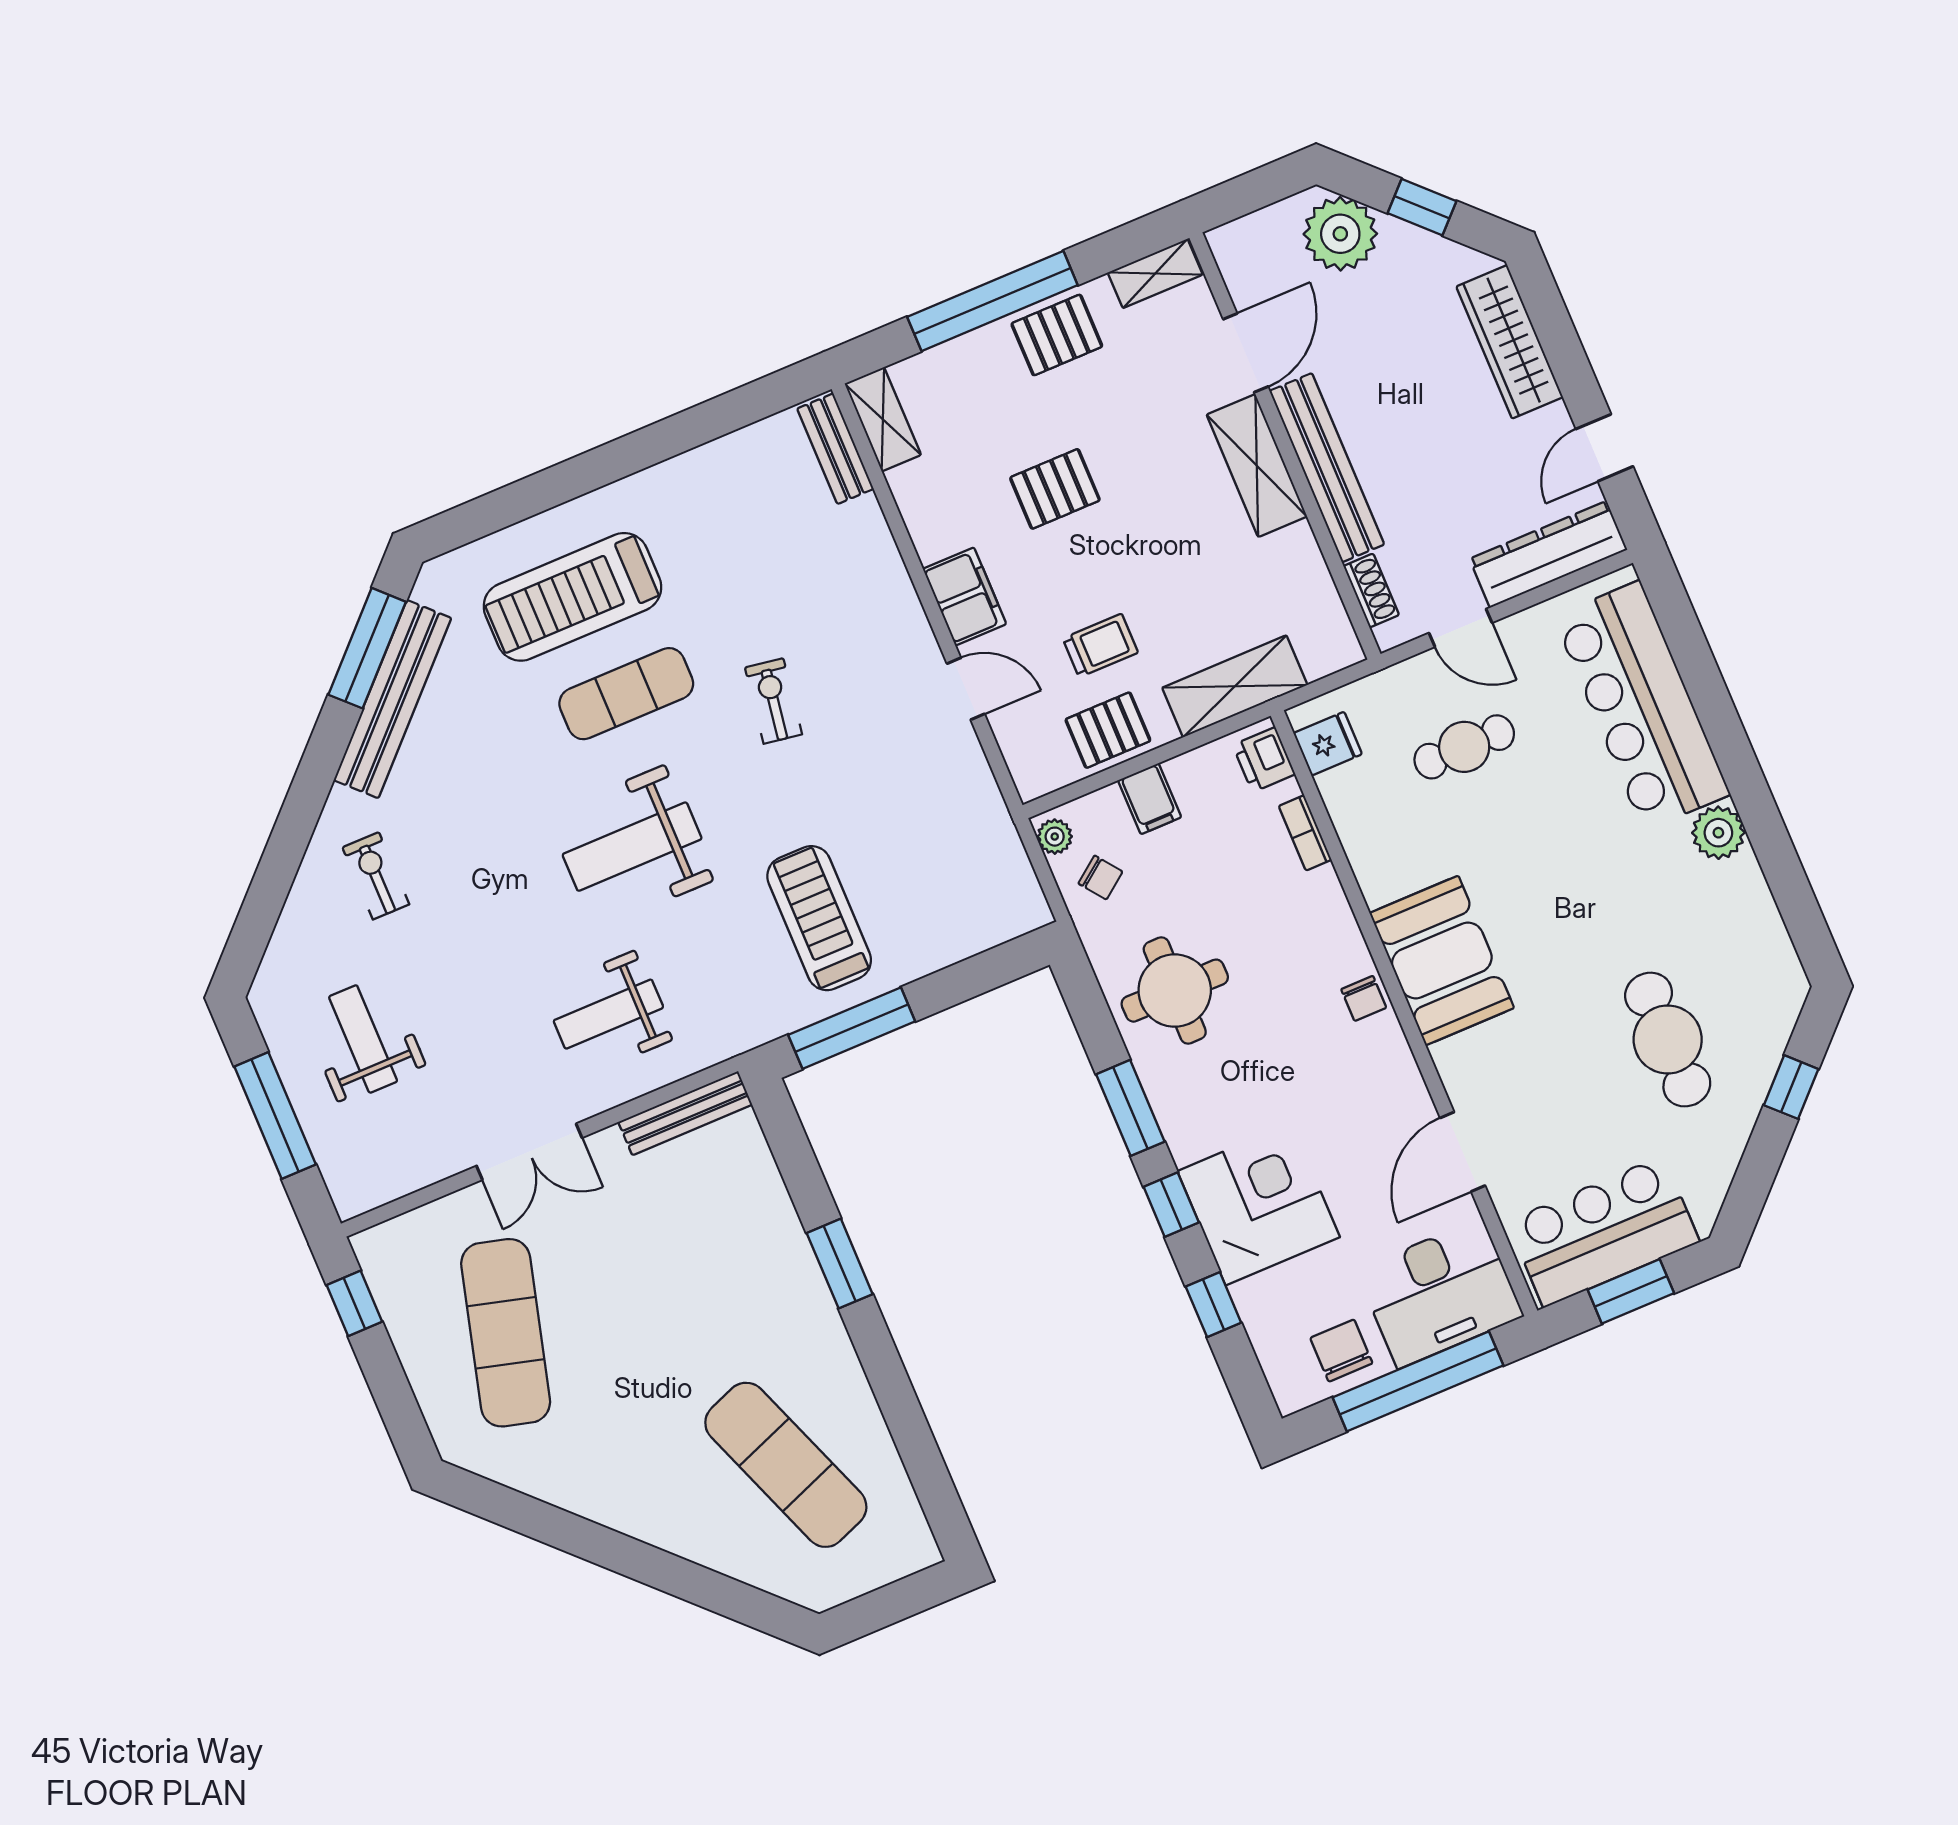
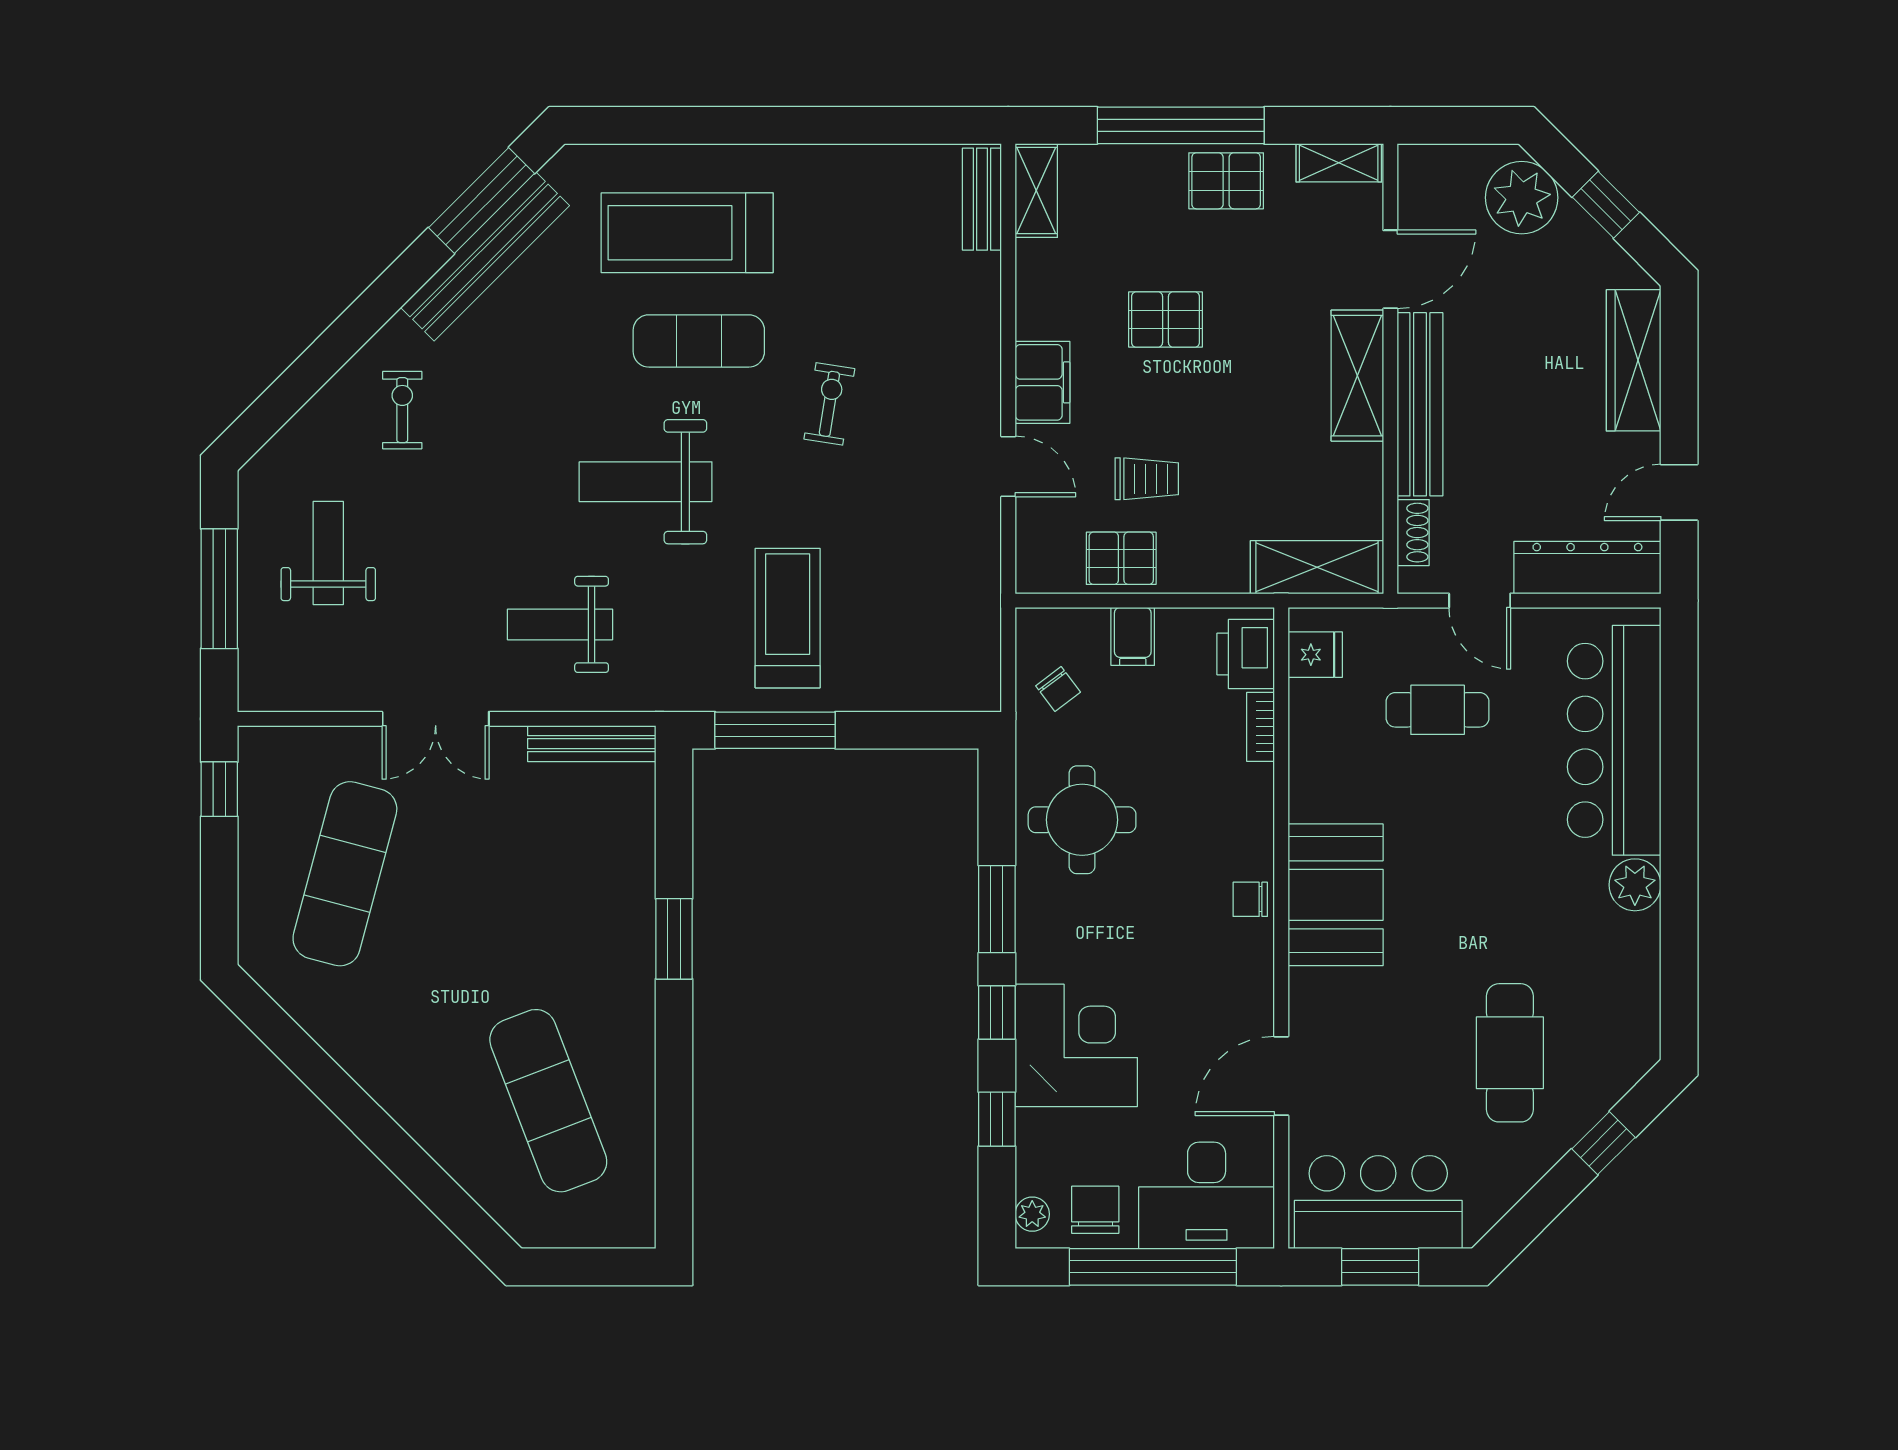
shelving: (1235, 686) -> (1317, 567), moved
printer: (1264, 760) -> (1246, 654), width x1.36, depth x1.24
plant: (1055, 837) -> (1032, 1214), moved
chair: (1364, 998) -> (1250, 899), turned 90

